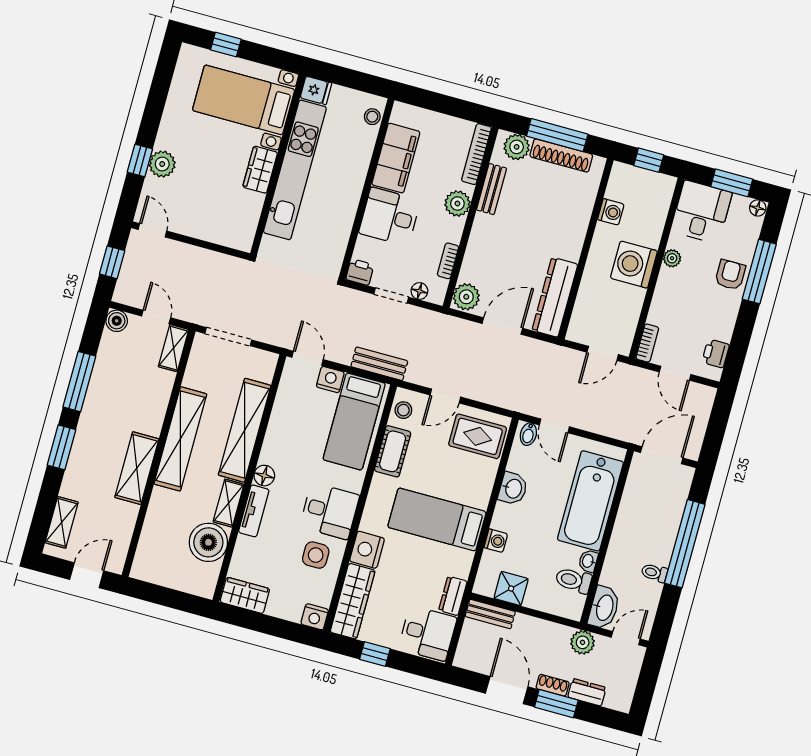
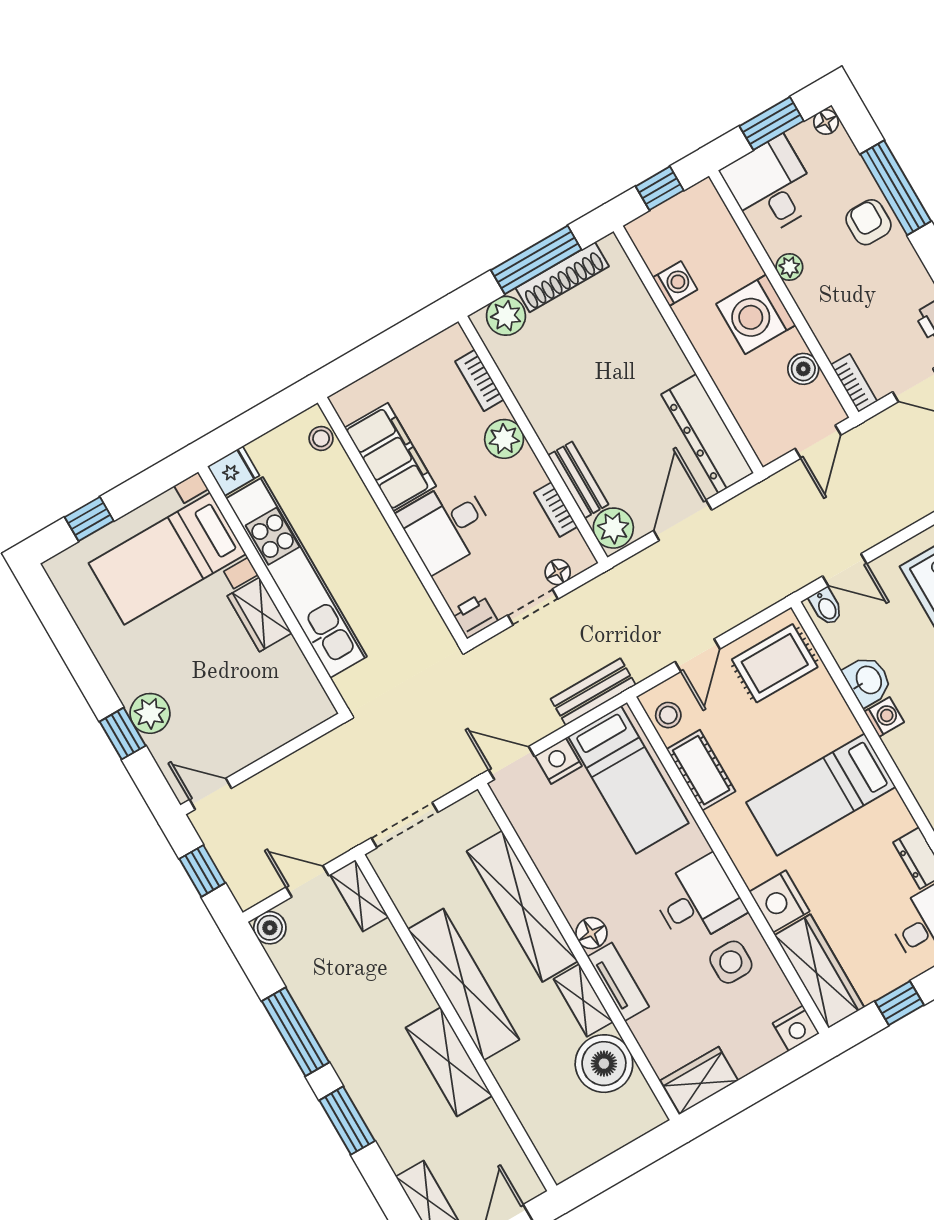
bookcase: (476, 154) -> (479, 380), width x0.64
bench: (492, 189) -> (578, 480), moved
boiler: (630, 312) -> (803, 369), added
washing machine: (496, 541) -> (884, 717), moved

